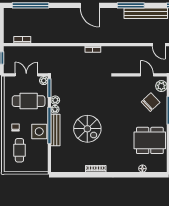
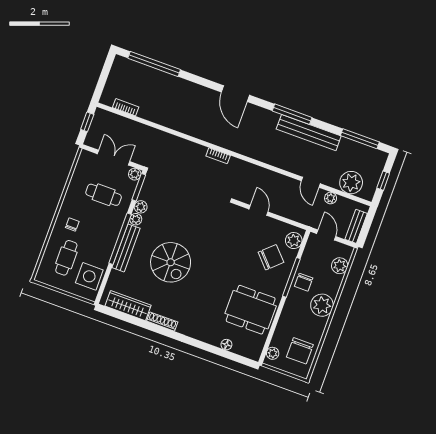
door: (147, 75) -> (259, 210), moved
cafe table: (29, 101) -> (104, 195), width x0.73, depth x0.74
side table: (39, 131) -> (89, 276), moved
wardrobe: (70, 167) -> (128, 306), added

